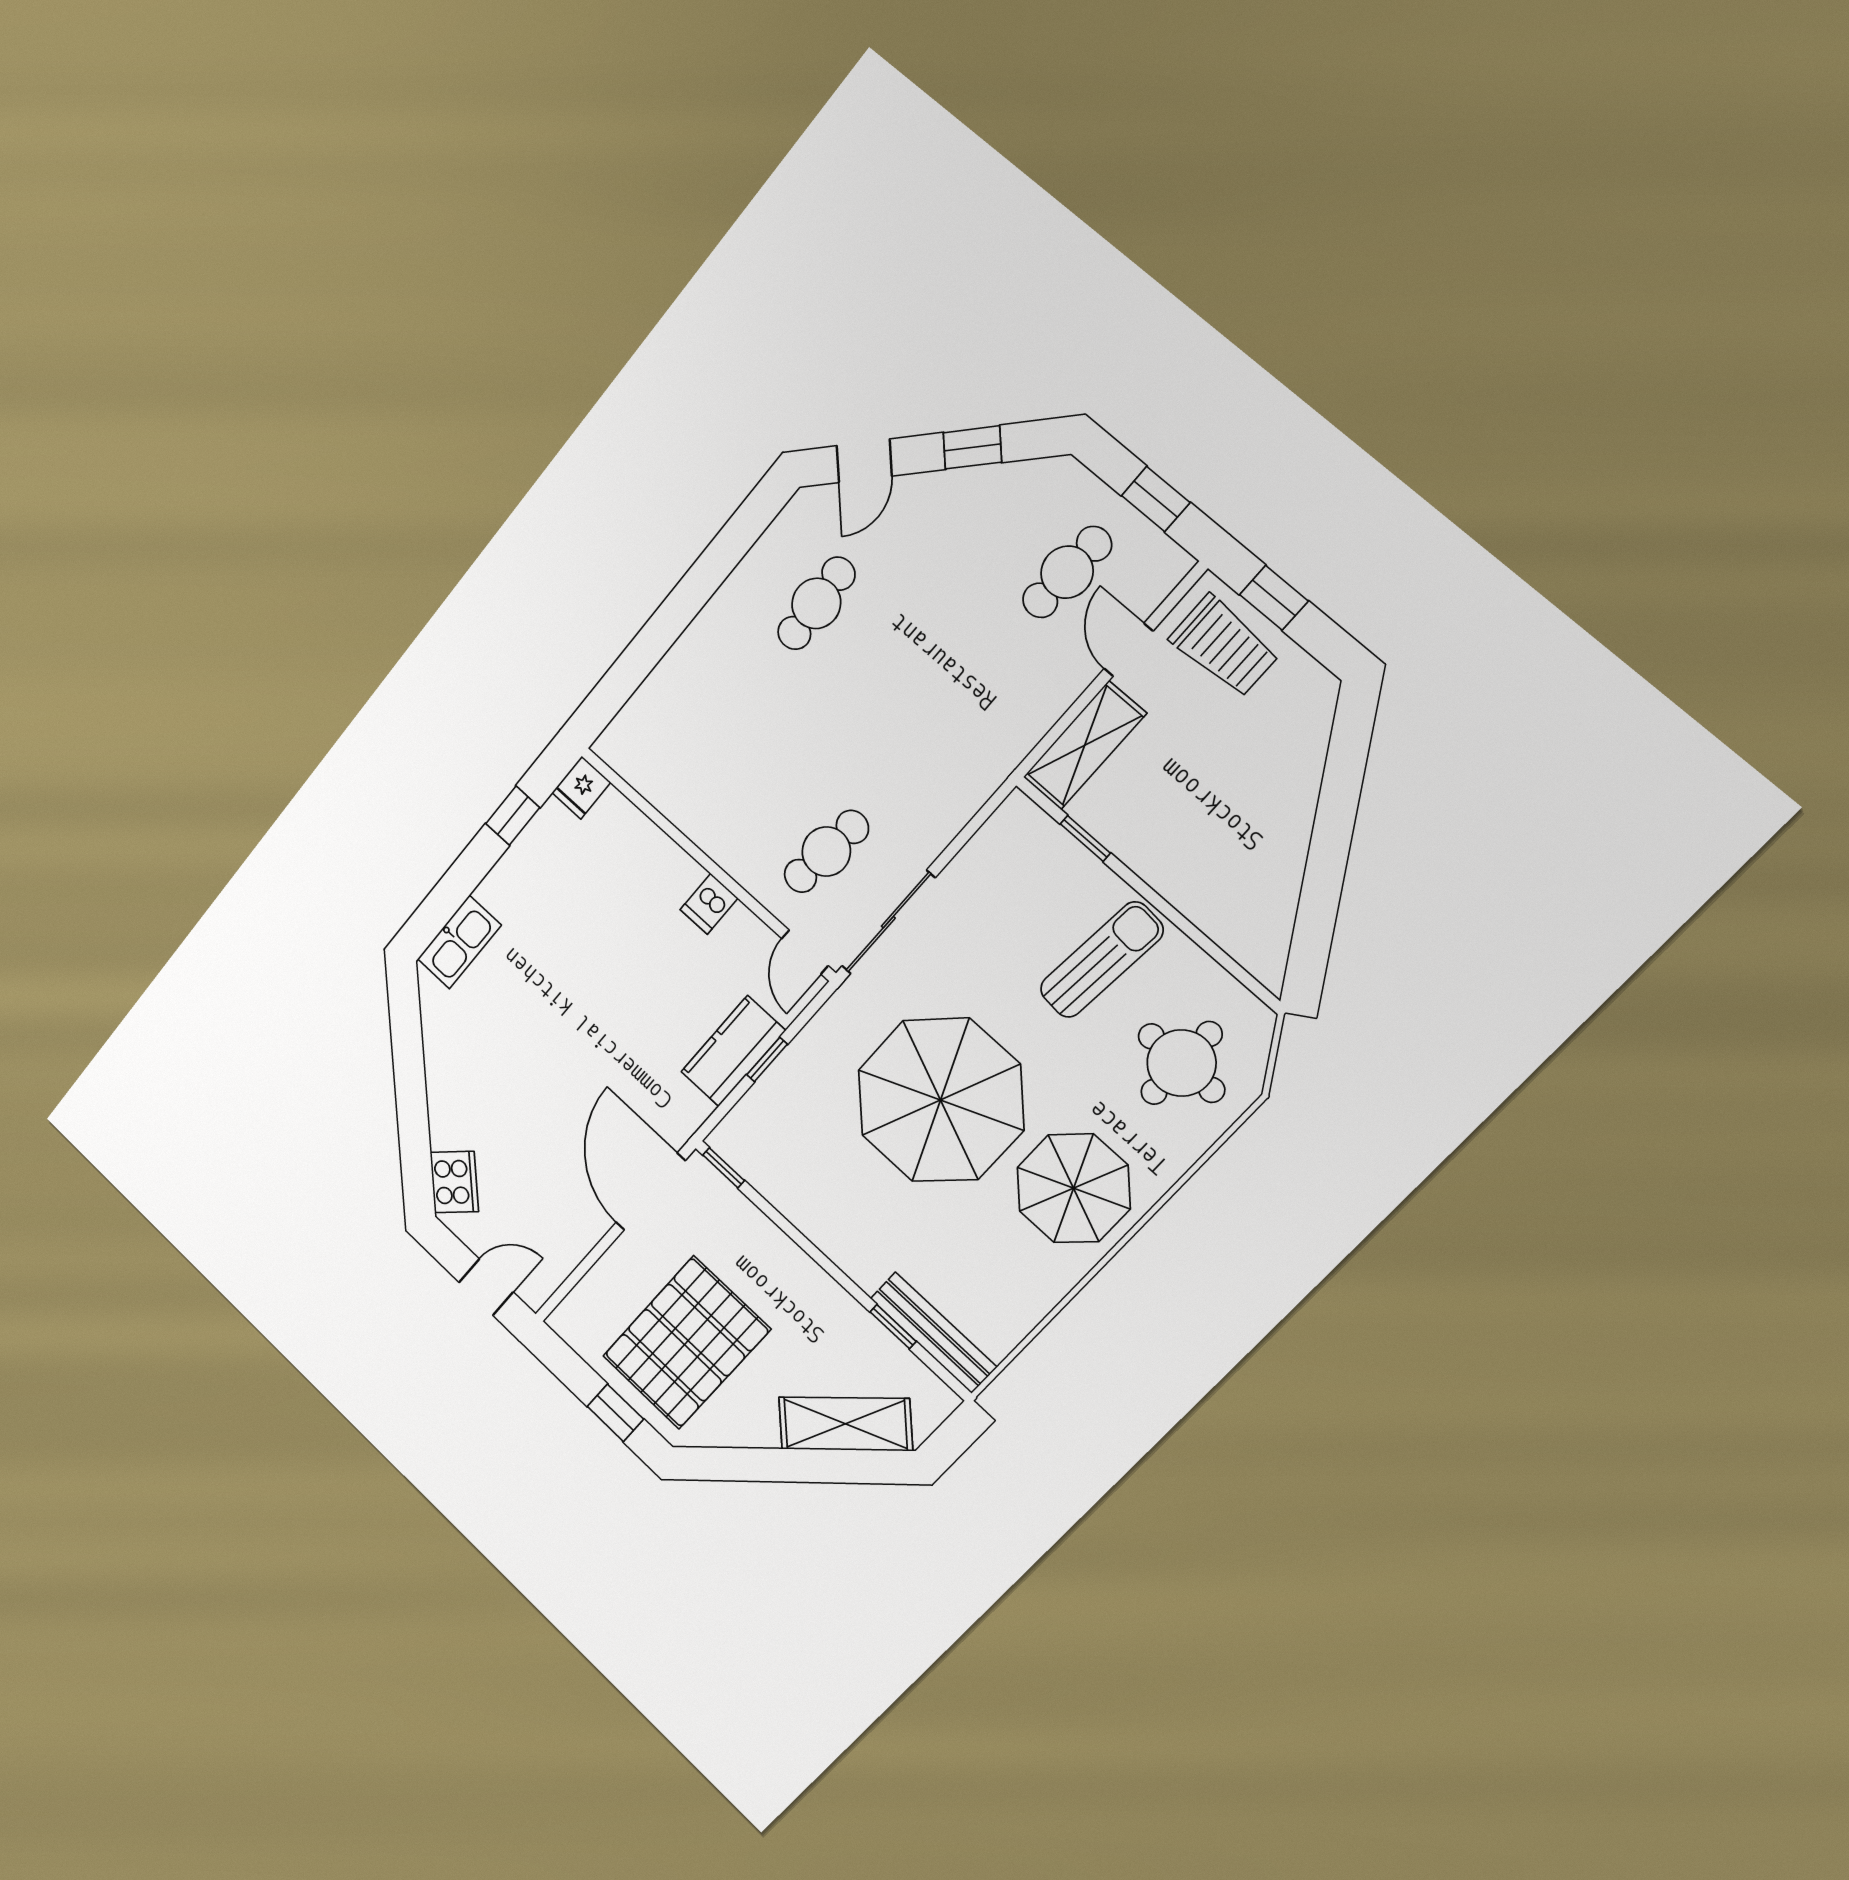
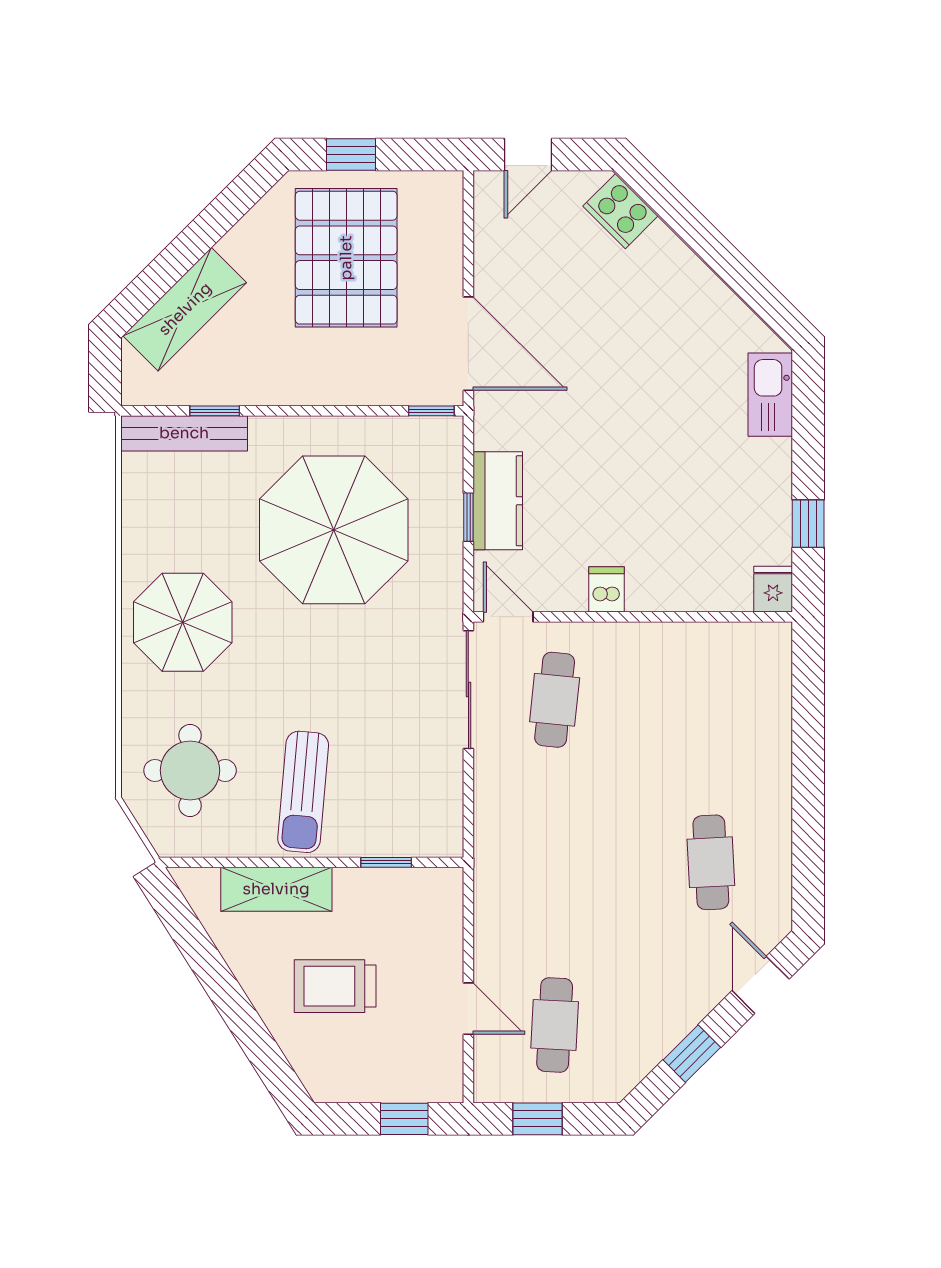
trolley: (1224, 646) -> (335, 986), moved
shelving: (1085, 745) -> (276, 889), moved, turned 90
parasol: (941, 1100) -> (334, 530), moved

